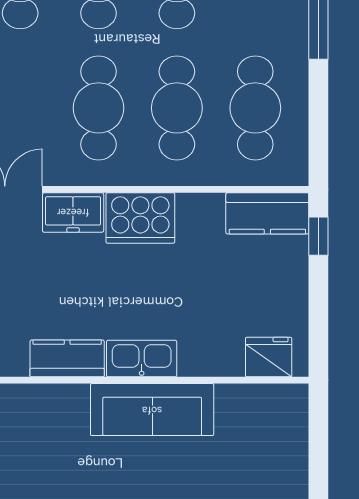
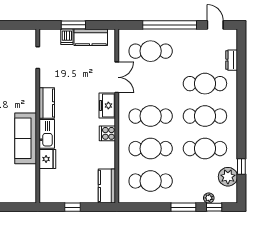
cooker: (140, 218) -> (107, 133), width x0.53, depth x0.76
window: (318, 236) -> (73, 207), moved
fridge: (269, 357) -> (47, 159), moved

